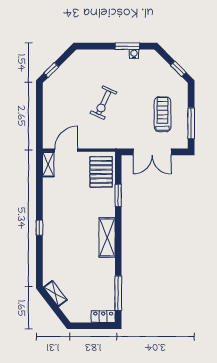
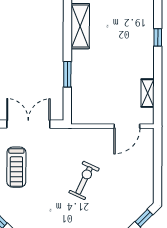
shelving: (48, 164) -> (148, 93), moved
pallet: (101, 172) -> (87, 101), removed

